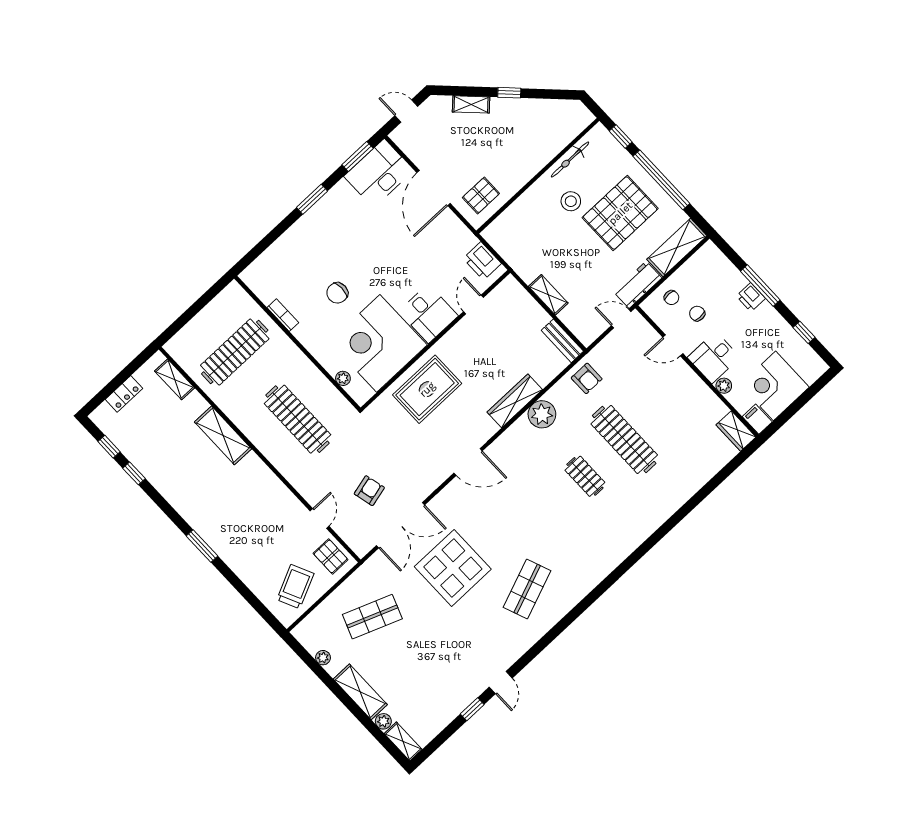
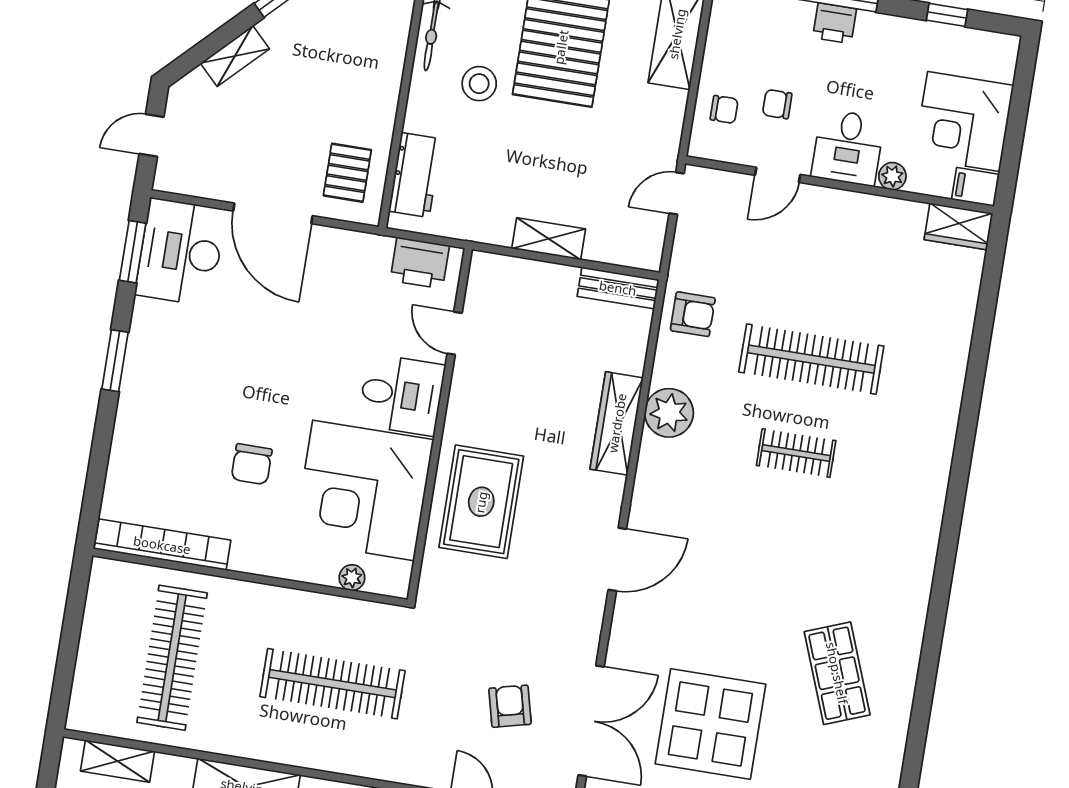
workbench: (638, 285) -> (415, 175), moved, turned 180
bookcase: (283, 315) -> (162, 545), width x2.31, depth x1.31

